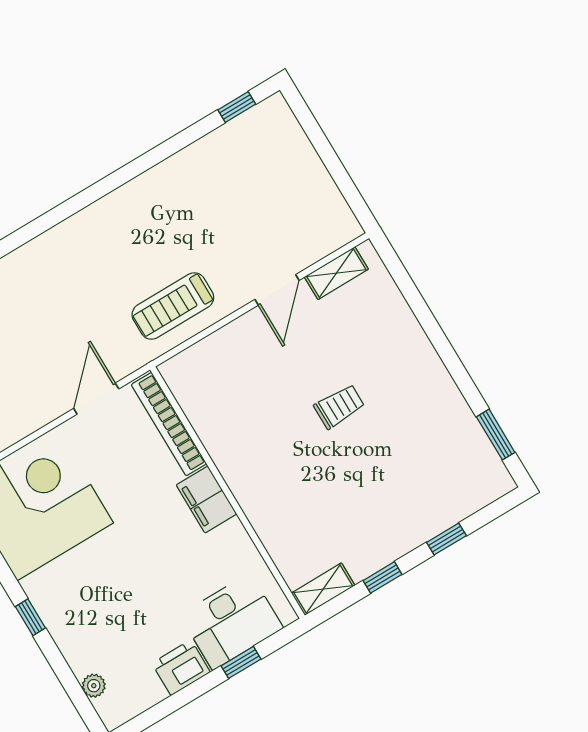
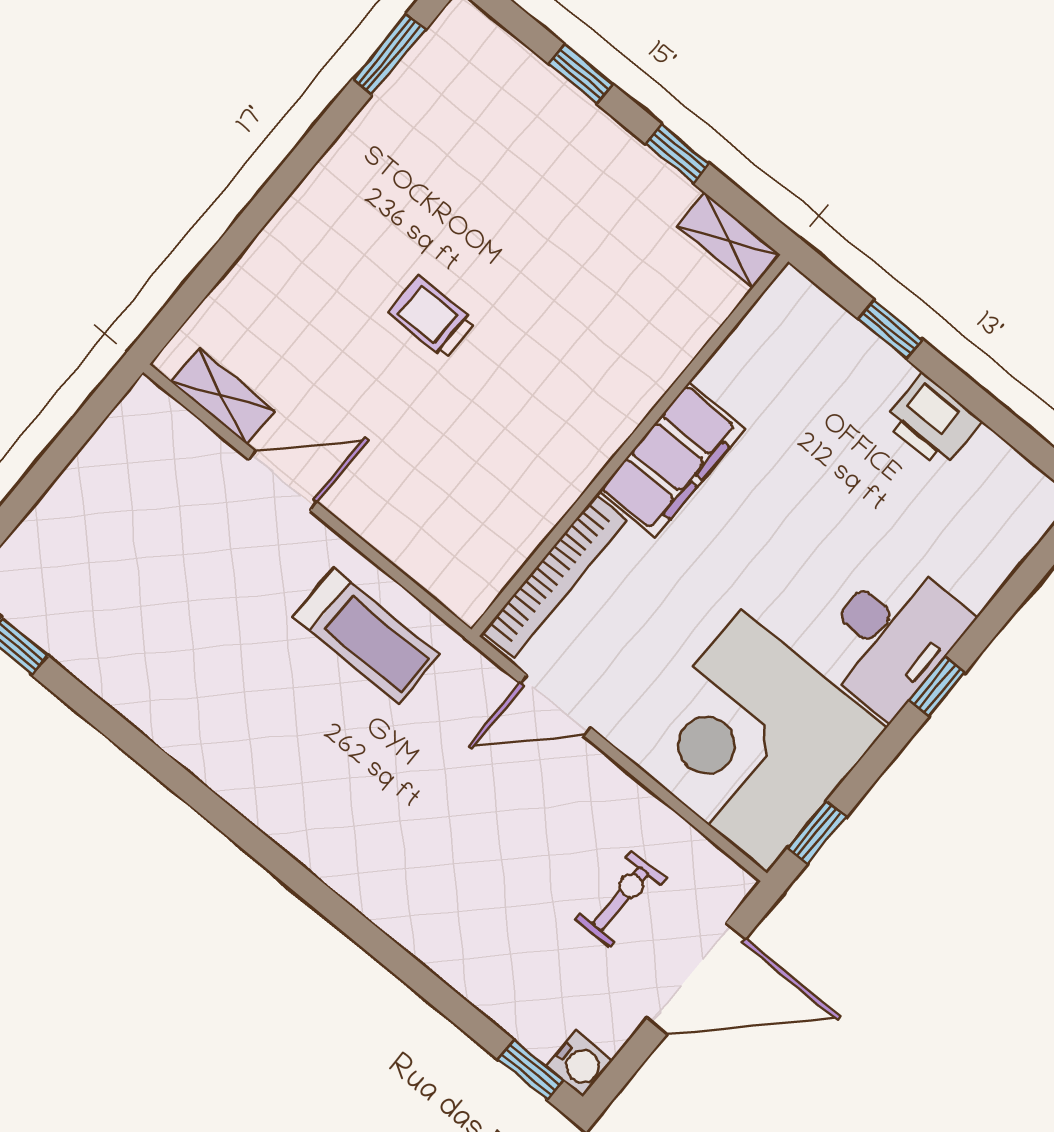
filing cabinet: (206, 499) -> (672, 460), width x1.50, depth x1.17
desk: (231, 622) -> (892, 636), moved, turned 90
plant: (94, 686) -> (1009, 549), removed

